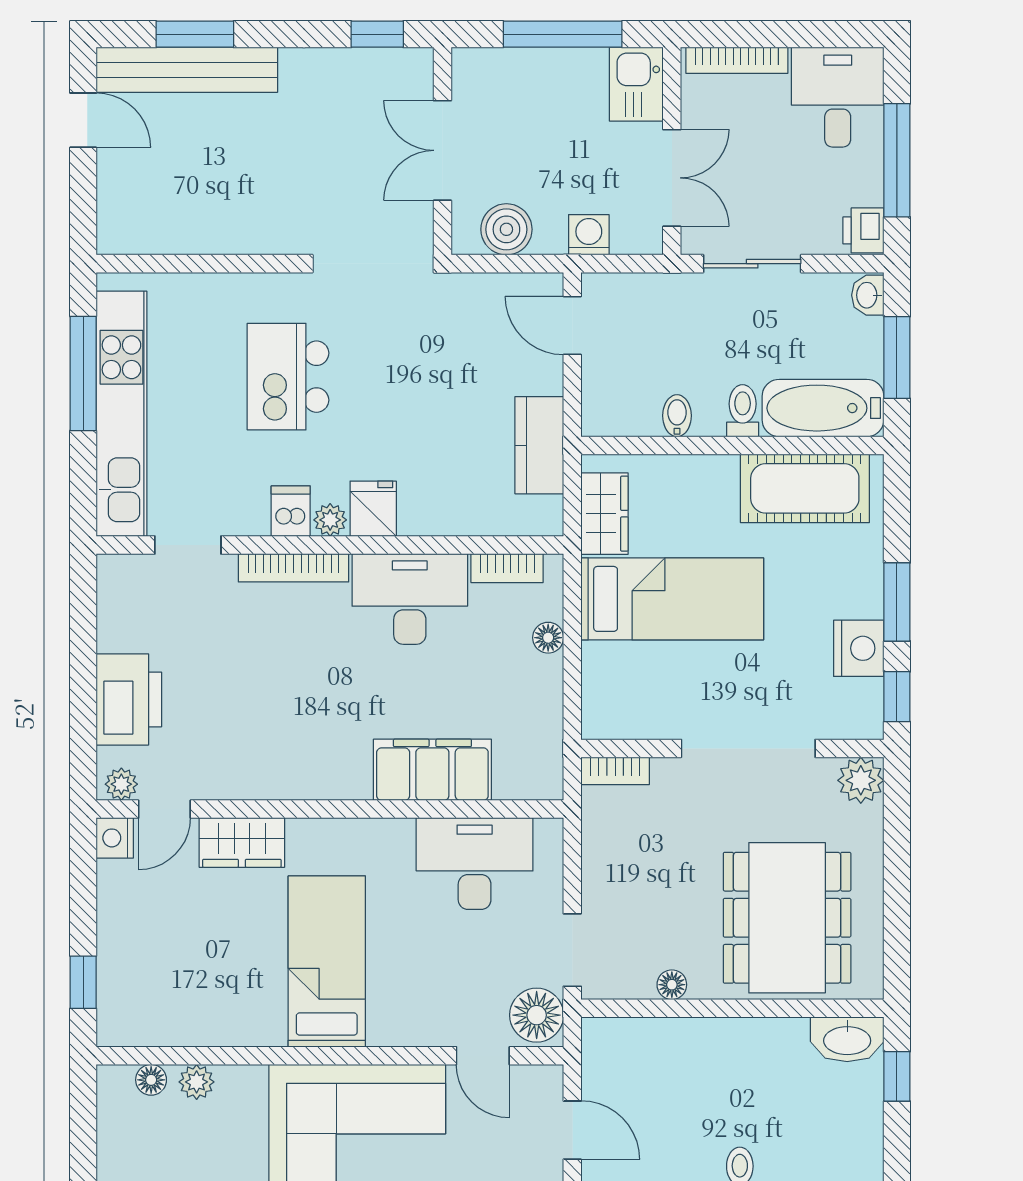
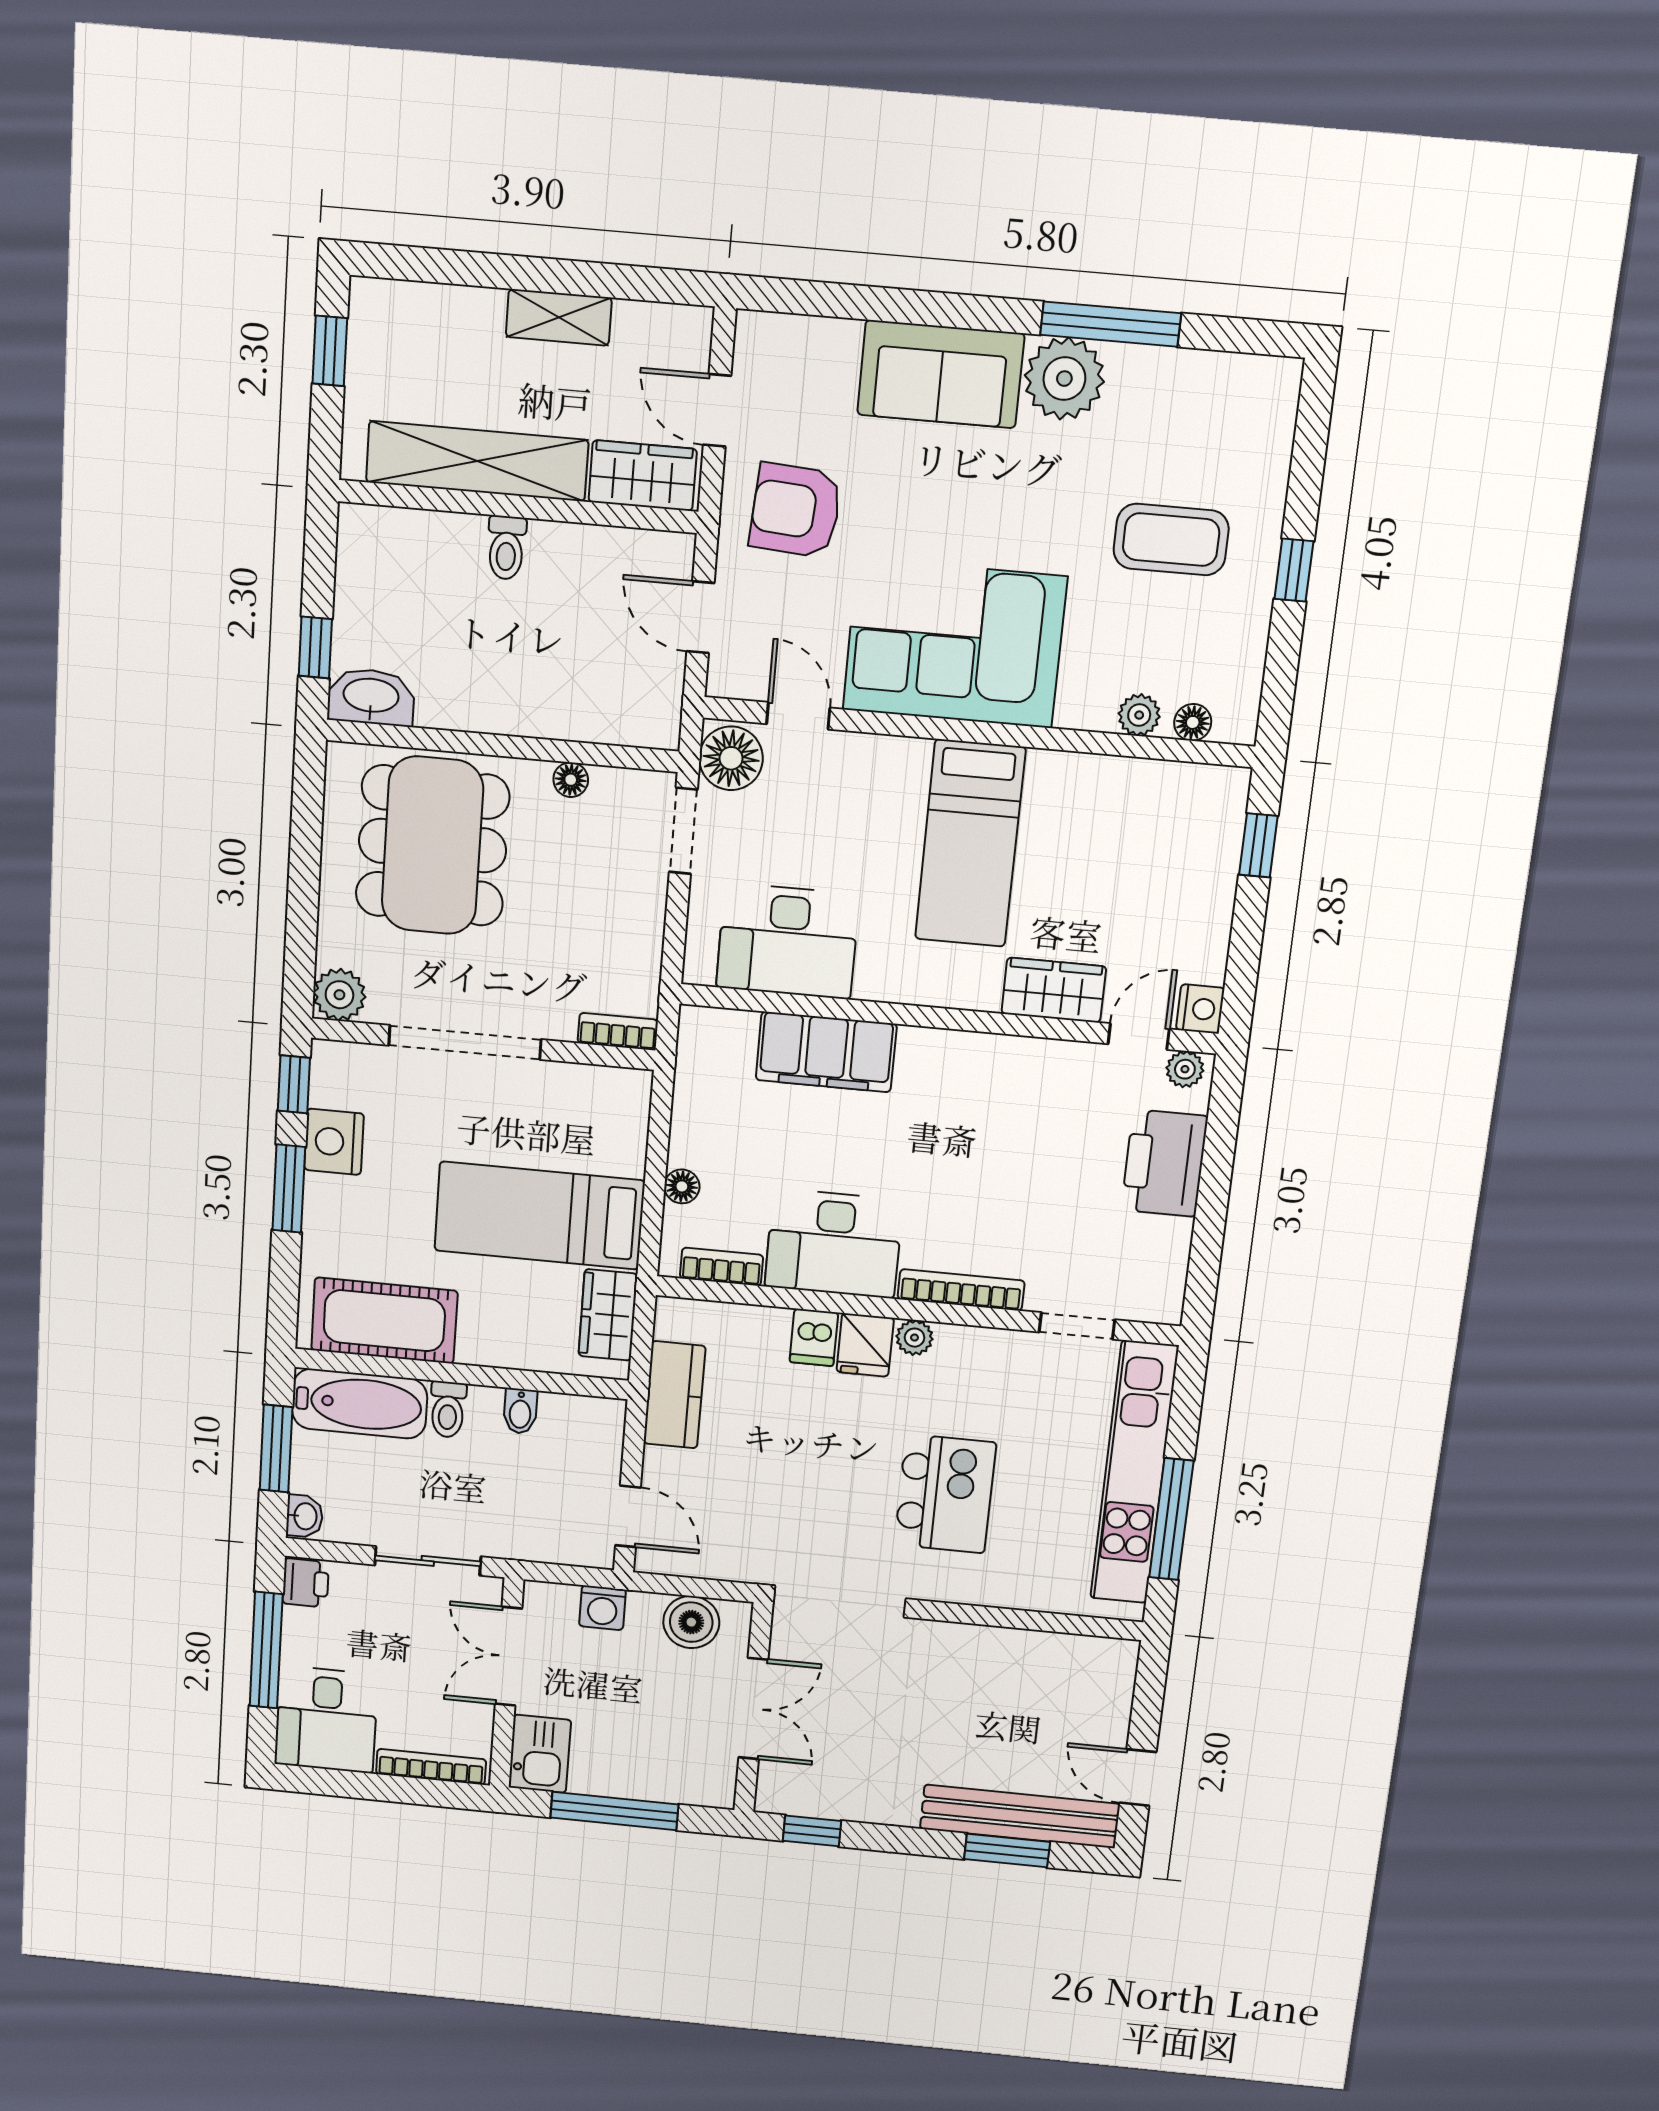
dishwasher: (291, 511) -> (814, 1337), moved

